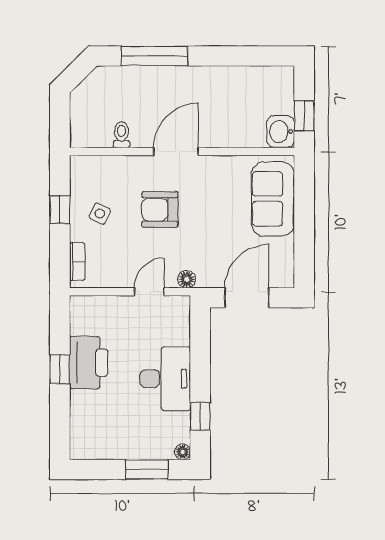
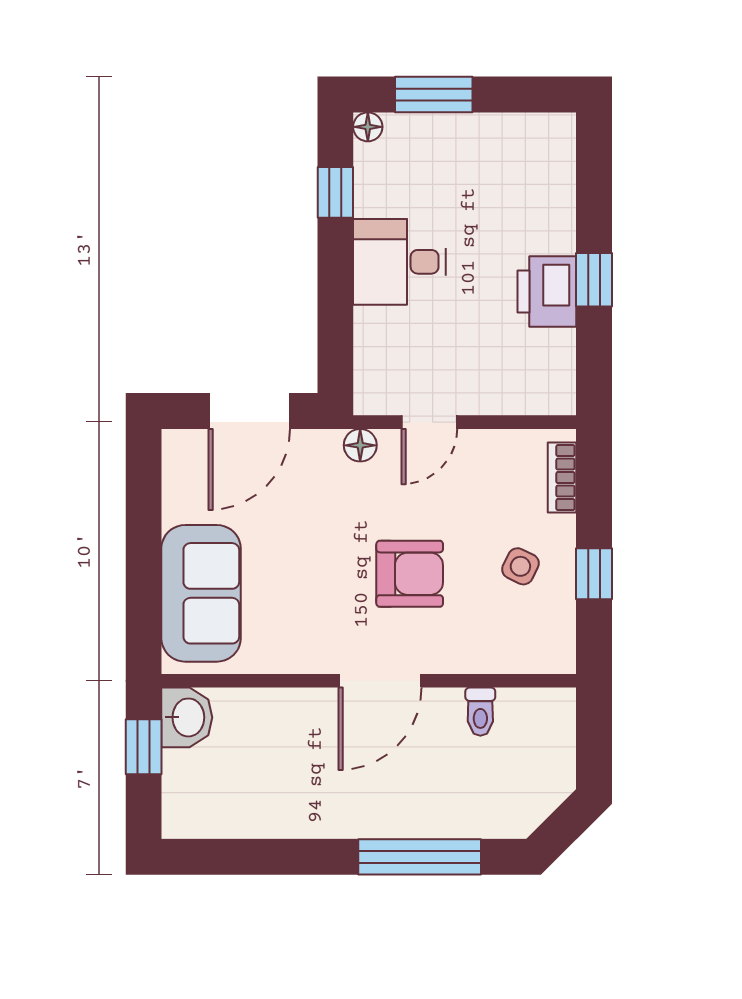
printer: (88, 363) -> (547, 291), width x0.73, depth x0.84
desk: (165, 379) -> (400, 262), width x0.73

